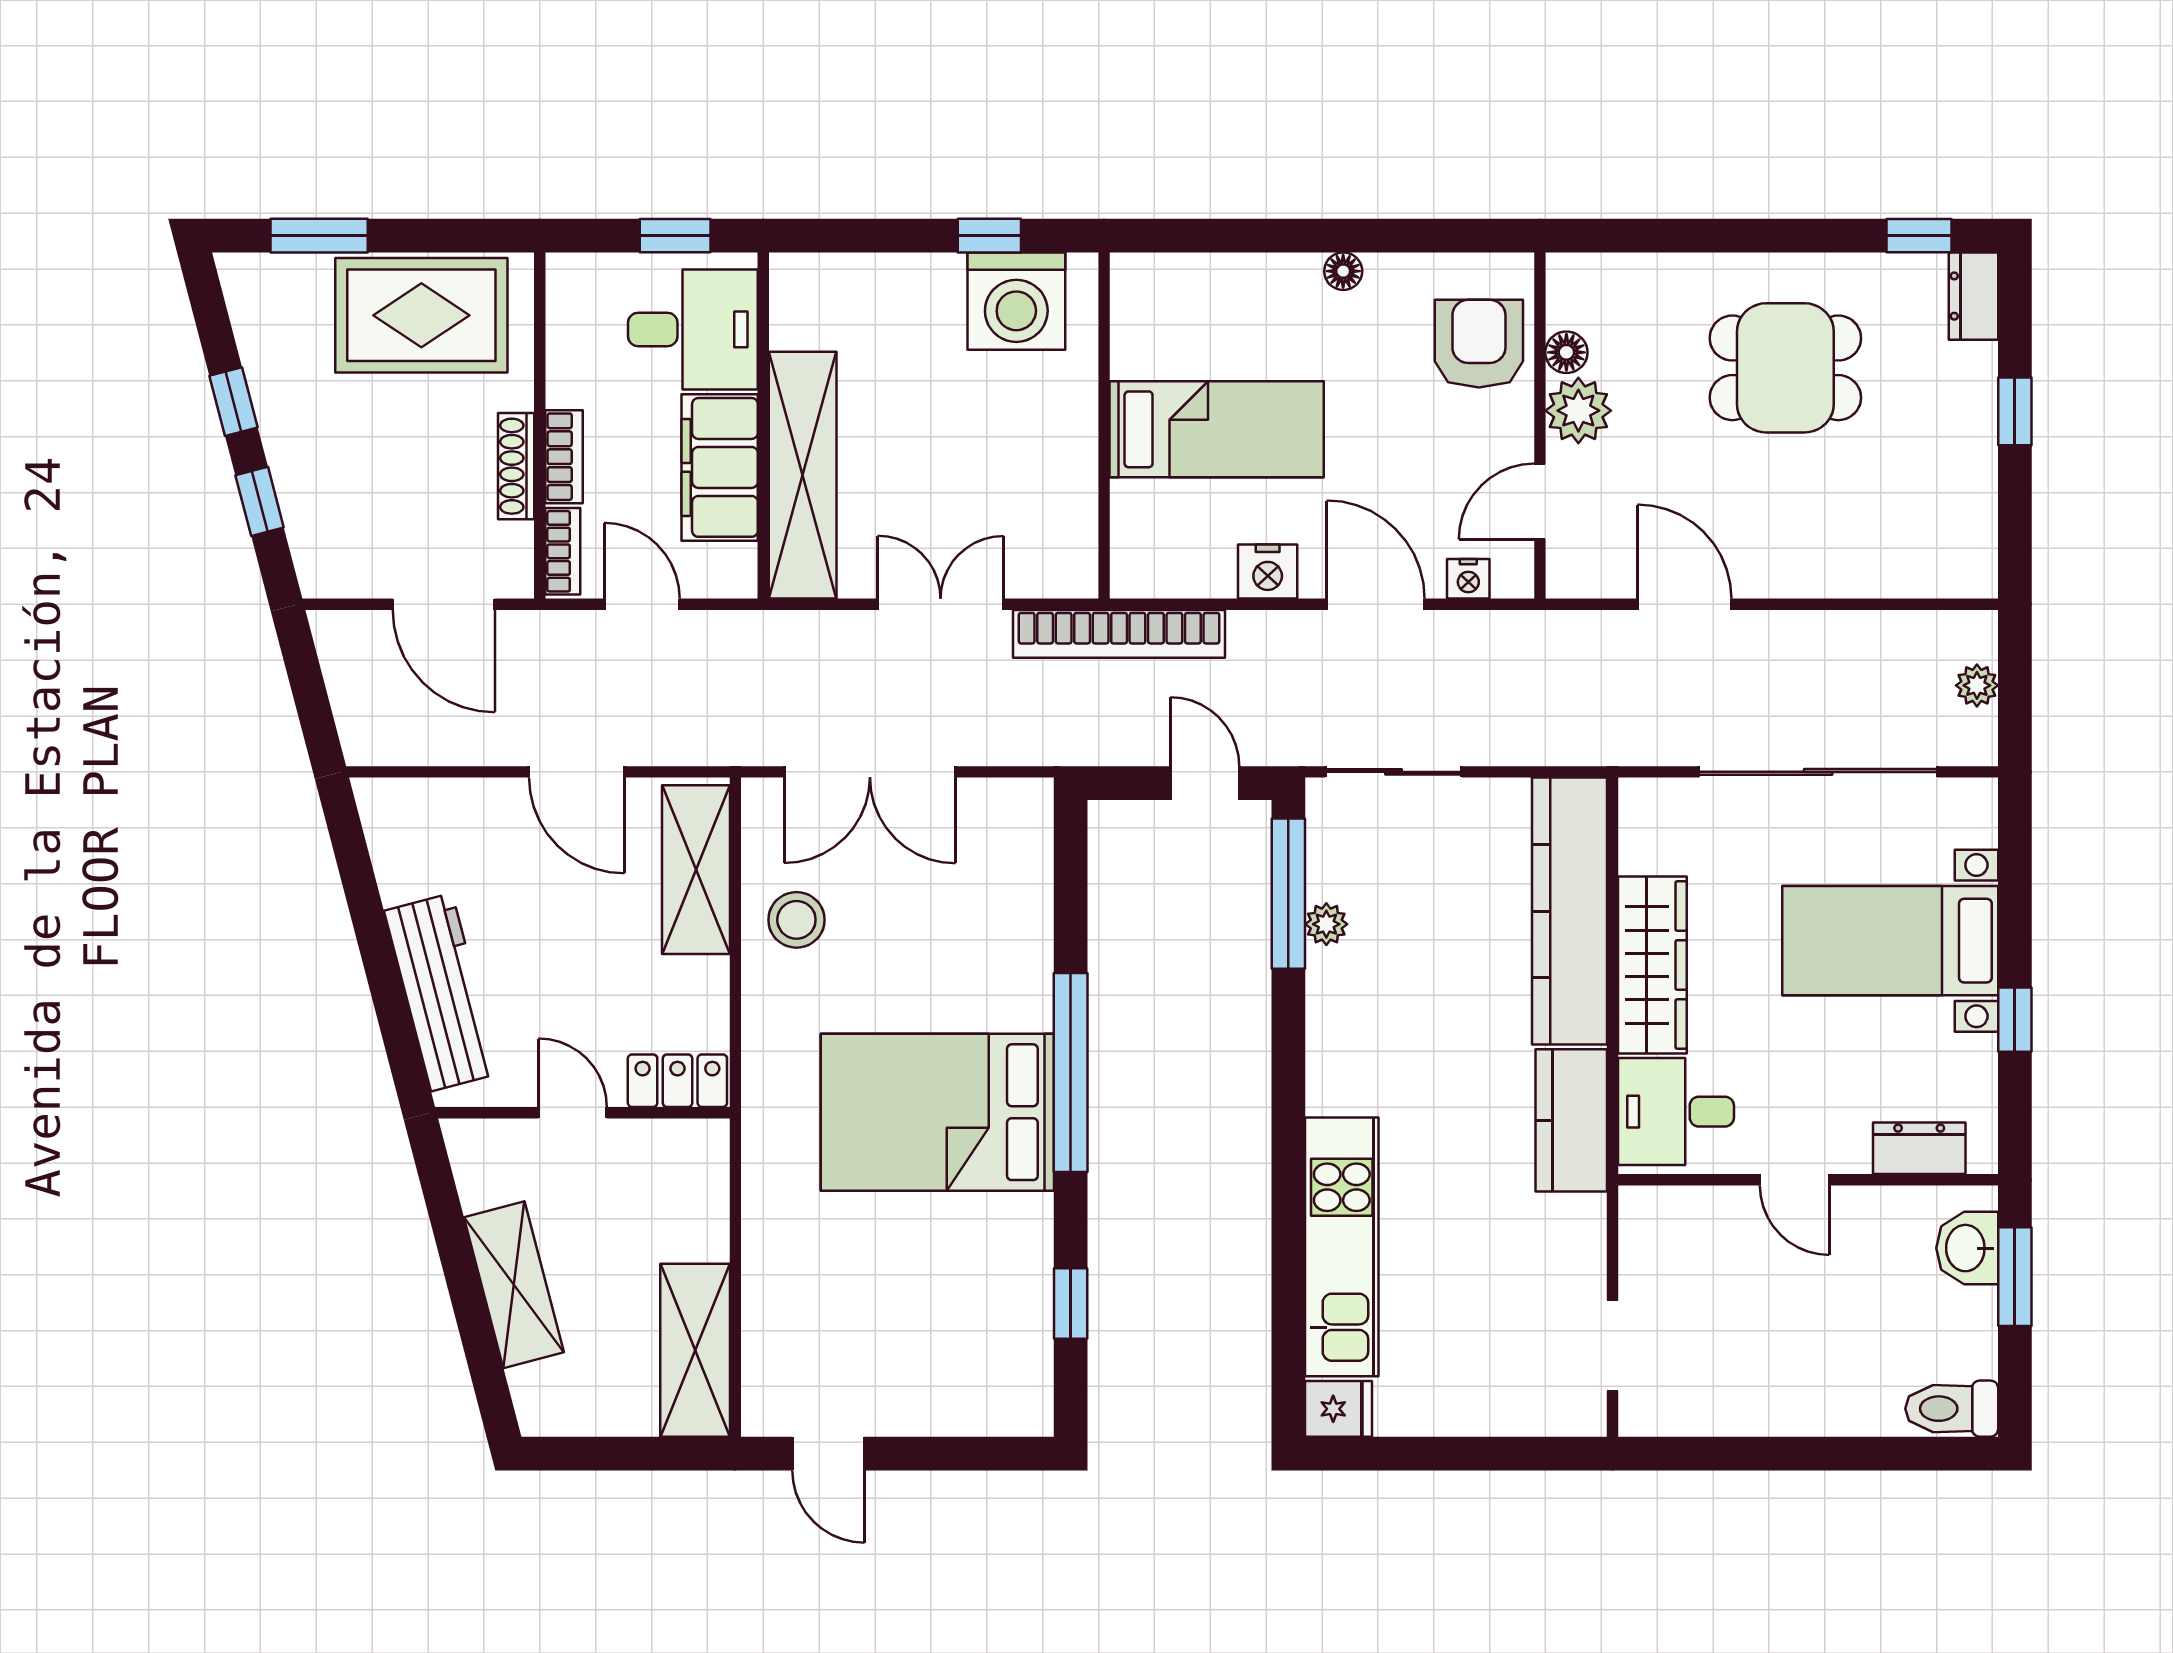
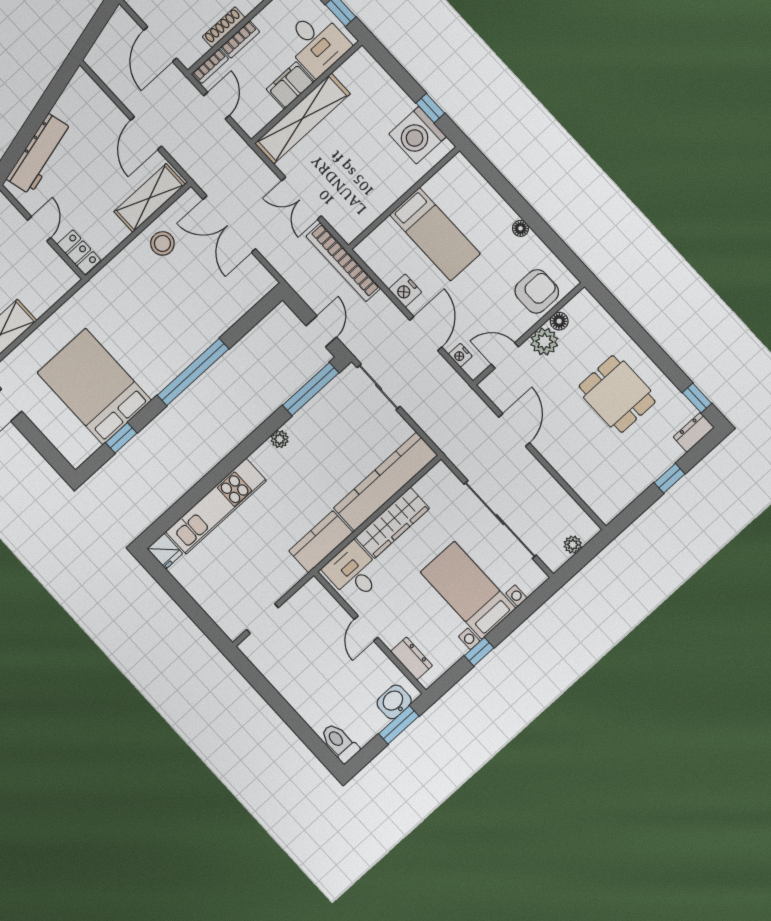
filing cabinet: (720, 467) -> (290, 85), width x0.67, depth x0.86
double door: (941, 604) -> (302, 198), swing flipped
plant: (1326, 924) -> (280, 439), moved
bed: (937, 1112) -> (94, 386), moved

